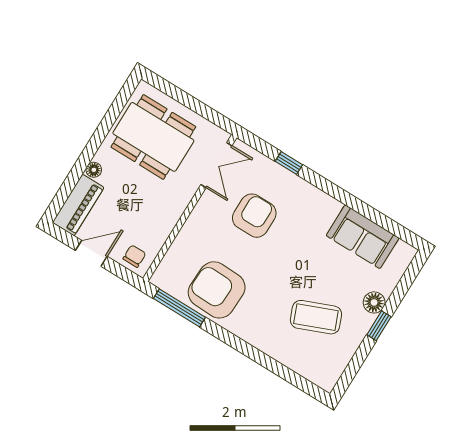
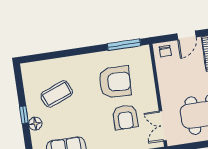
armchair: (217, 290) -> (115, 82), moved

